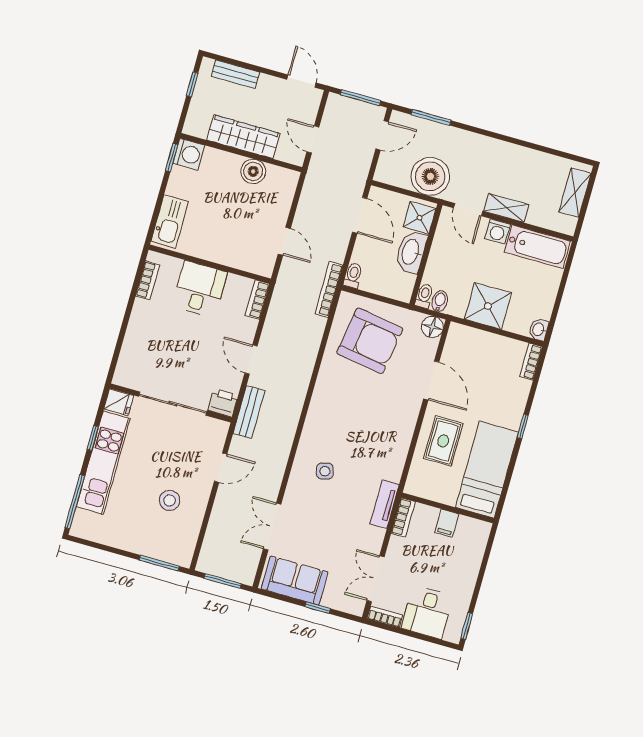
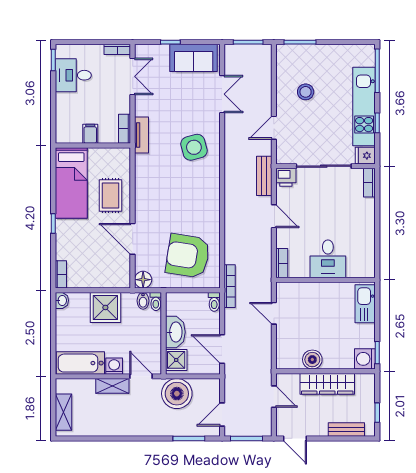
bookcase: (147, 280) -> (369, 183), moved
side table: (325, 471) -> (194, 147), width x1.87, depth x1.87
desk: (427, 612) -> (73, 75), moved, turned -90

